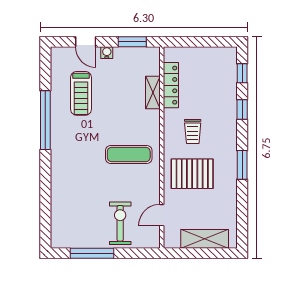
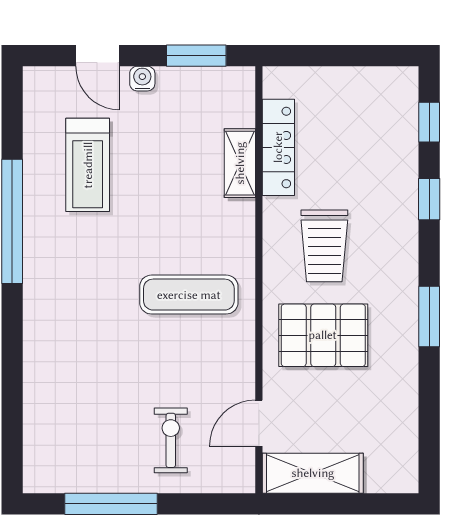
trolley: (193, 132) -> (324, 246), width x1.36, depth x1.39
exercise bike: (120, 223) -> (171, 440), width x0.73, depth x0.72
shelving: (205, 239) -> (313, 473), moved

